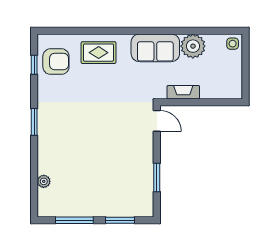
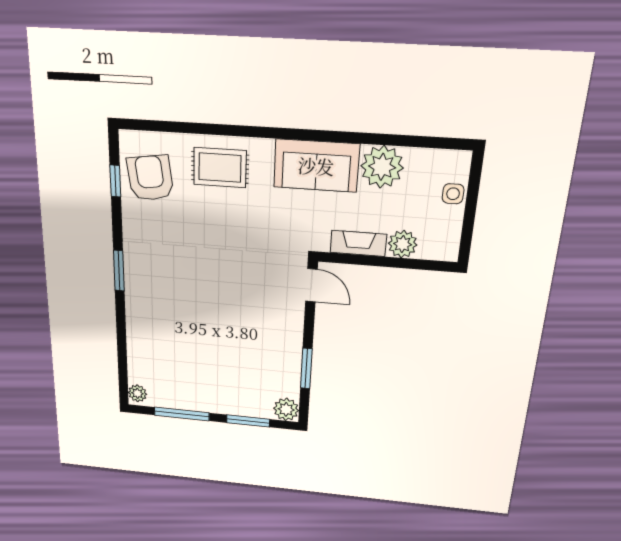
side table: (233, 44) -> (453, 194), moved
armchair: (56, 62) -> (150, 178), turned -98
plant: (209, 91) -> (403, 244), added
plant: (44, 181) -> (137, 393), moved
plant: (145, 209) -> (286, 409), added

